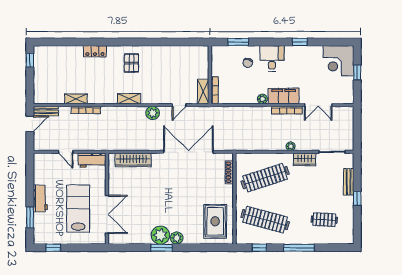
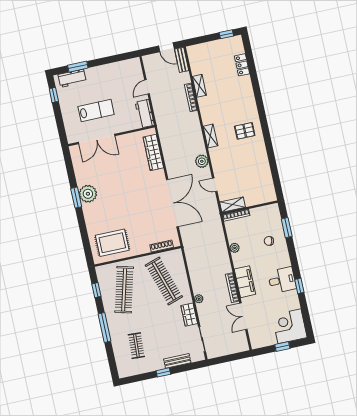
locker: (95, 51) -> (242, 65), moved
desk: (272, 58) -> (282, 280), moved
plant: (262, 99) -> (235, 248), moved
workbench: (40, 198) -> (72, 78), moved
lab bench: (78, 209) -> (96, 111), width x0.73, depth x0.72
plant: (177, 238) -> (89, 210), removed

